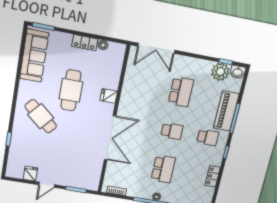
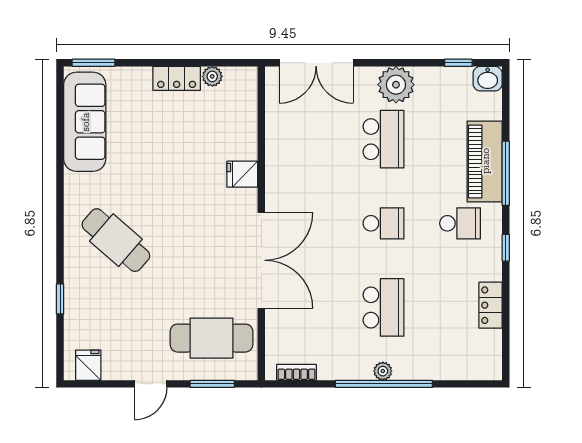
plant: (220, 72) -> (396, 85), moved
cafe table: (71, 90) -> (211, 338), moved, turned 90
fridge: (30, 174) -> (88, 365), moved

